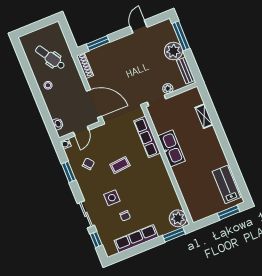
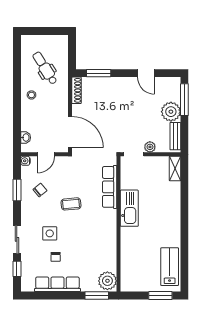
door: (139, 27) -> (146, 73), swing flipped
shelving: (204, 116) -> (175, 169), moved

